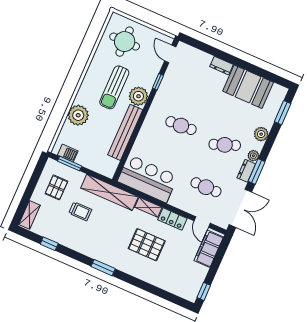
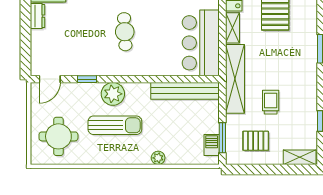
plant: (78, 115) -> (158, 158), width x0.53, depth x0.53
bench: (125, 132) -> (185, 91), moved

